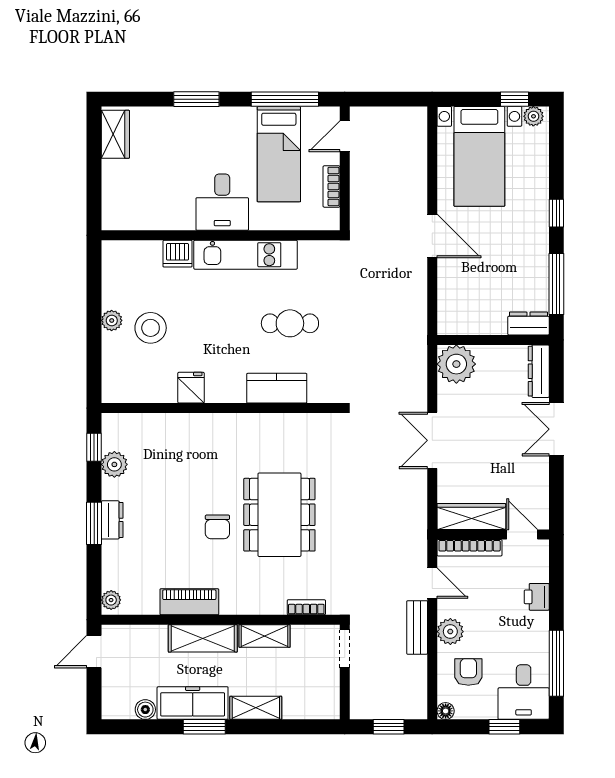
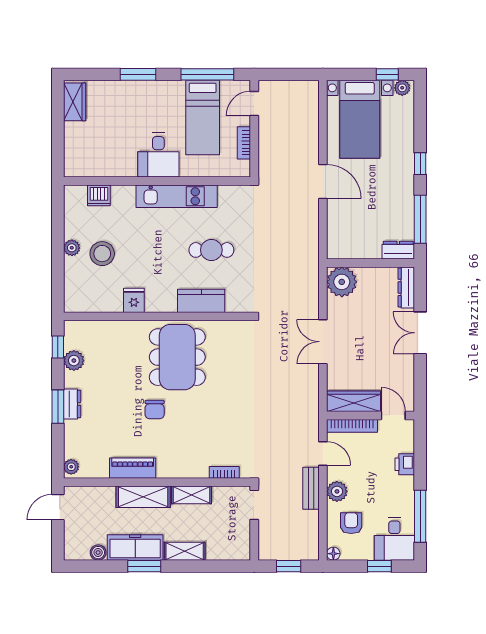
dishwasher: (178, 254) -> (99, 195), moved
dining table: (279, 515) -> (177, 357), moved

